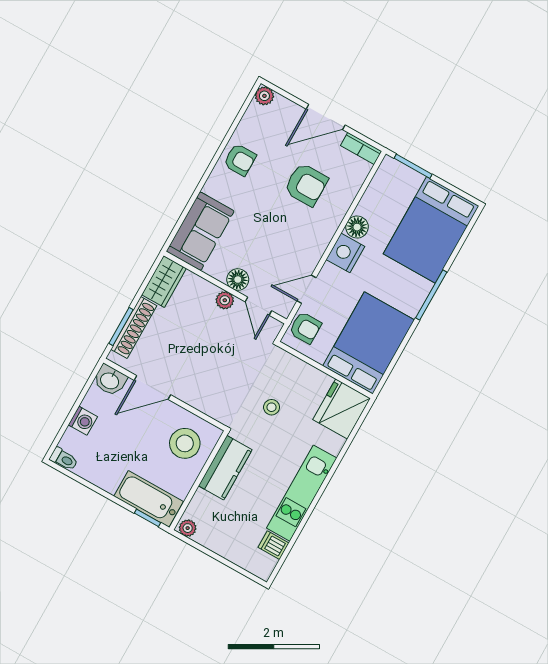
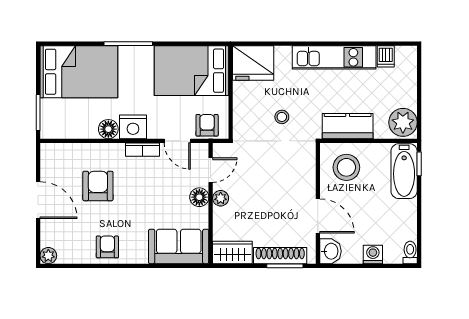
bookcase: (361, 148) -> (143, 150), moved, turned 90
plant: (188, 528) -> (403, 122), width x1.88, depth x1.88

